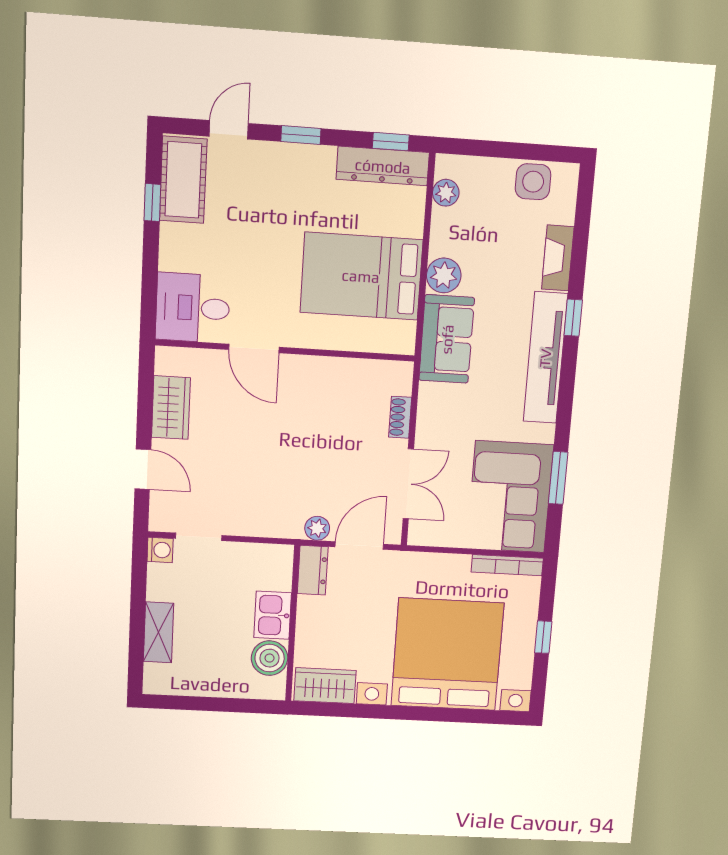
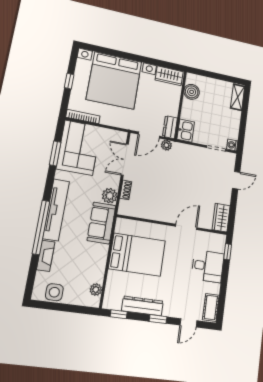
dresser: (383, 166) -> (143, 306), moved
cot: (183, 180) -> (211, 307), width x0.73, depth x0.75
window: (152, 202) -> (228, 252), moved
plant: (444, 275) -> (110, 196), moved
desk: (193, 308) -> (208, 266), moved
window: (573, 318) -> (41, 227), width x3.17
door: (254, 348) -> (186, 227), hinge flipped
wardrobe: (171, 408) -> (221, 218), moved
door: (143, 469) -> (236, 180), swing flipped
kitchen sink: (273, 615) -> (186, 131), moved
shelving: (158, 632) -> (238, 97), moved

